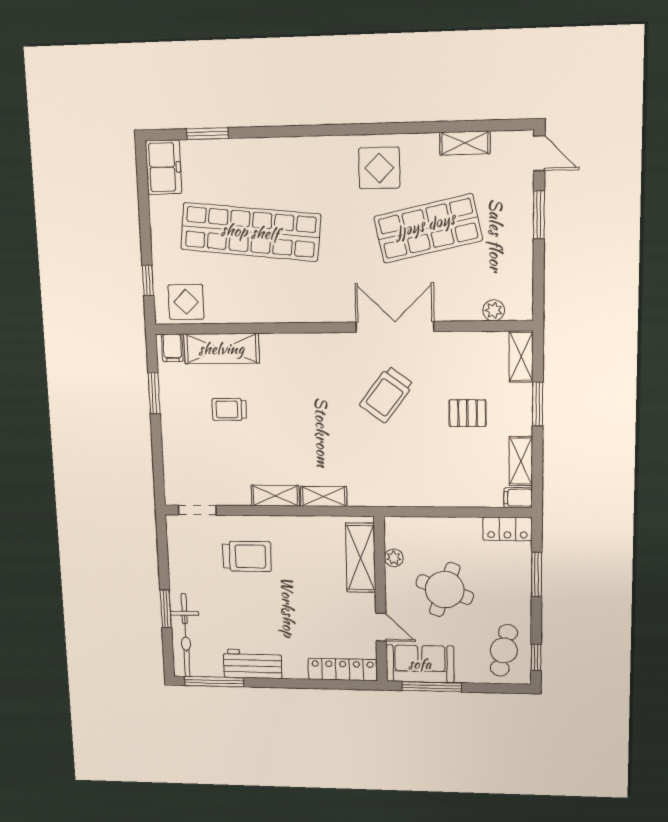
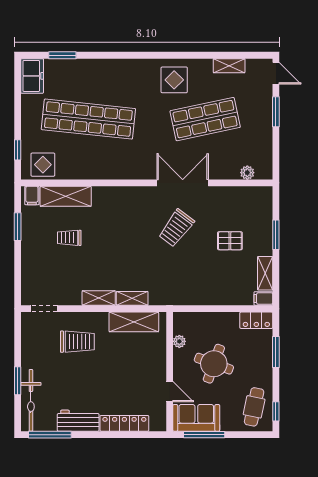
shelving: (521, 356) -> (265, 203), removed
shelving: (361, 558) -> (134, 322), moved, turned 90
locker: (343, 669) -> (124, 423), moved

